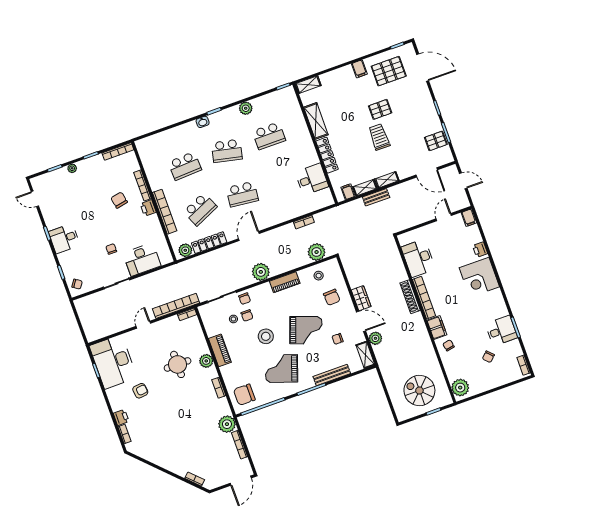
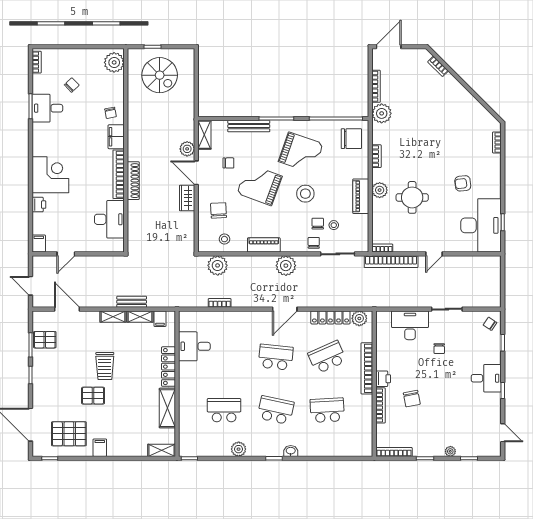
printer: (121, 417) -> (494, 162), removed

